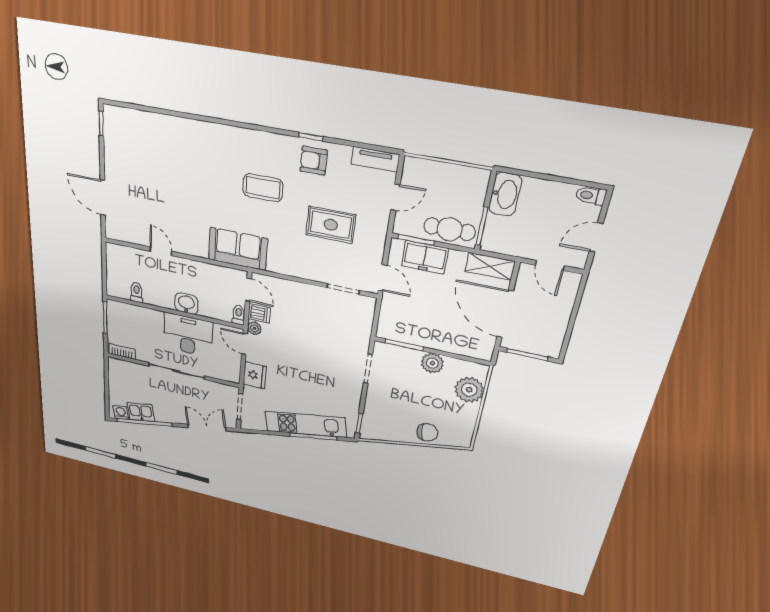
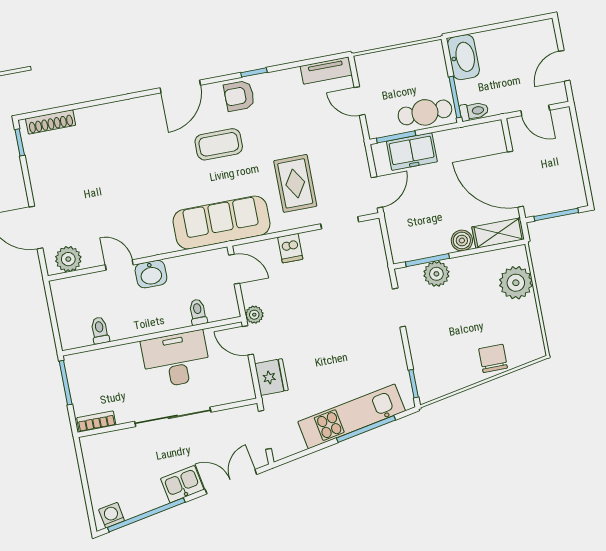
shoe rack: (129, 115) -> (51, 122), added
door: (243, 125) -> (180, 86), added
armchair: (314, 161) -> (239, 96), moved
toilet: (591, 196) -> (474, 111), moved, turned 180
door: (395, 197) -> (360, 101), swing flipped
rug: (331, 225) -> (295, 183), moved, turned 90
plant: (123, 232) -> (68, 259), added
sofa: (238, 249) -> (221, 223), width x1.36
shelving: (490, 266) -> (498, 233), moved
door: (382, 278) -> (377, 192), hinge flipped
washbasin: (186, 304) -> (151, 274), moved, turned 180
dishwasher: (259, 313) -> (290, 248), moved, turned 90
toilet: (238, 315) -> (198, 312), moved
boiler: (438, 342) -> (462, 240), added
plant: (432, 363) -> (436, 274), moved
kitchen sink: (141, 412) -> (182, 484), moved
chair: (427, 432) -> (493, 358), turned -82

